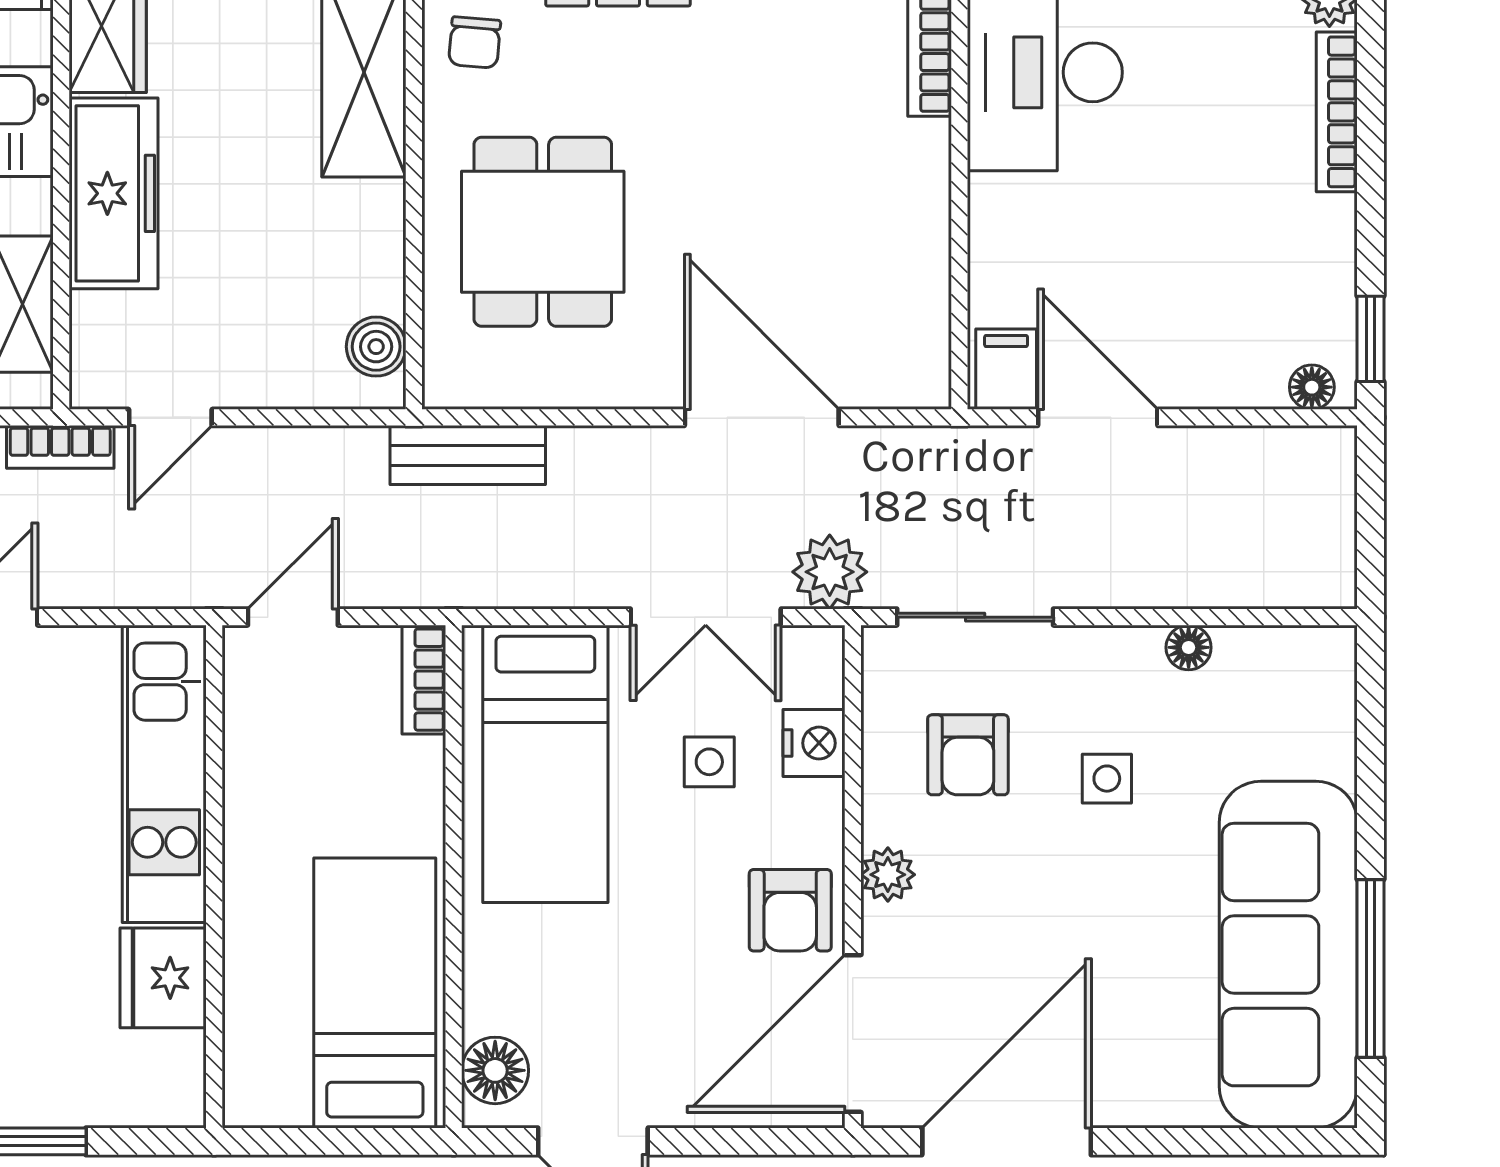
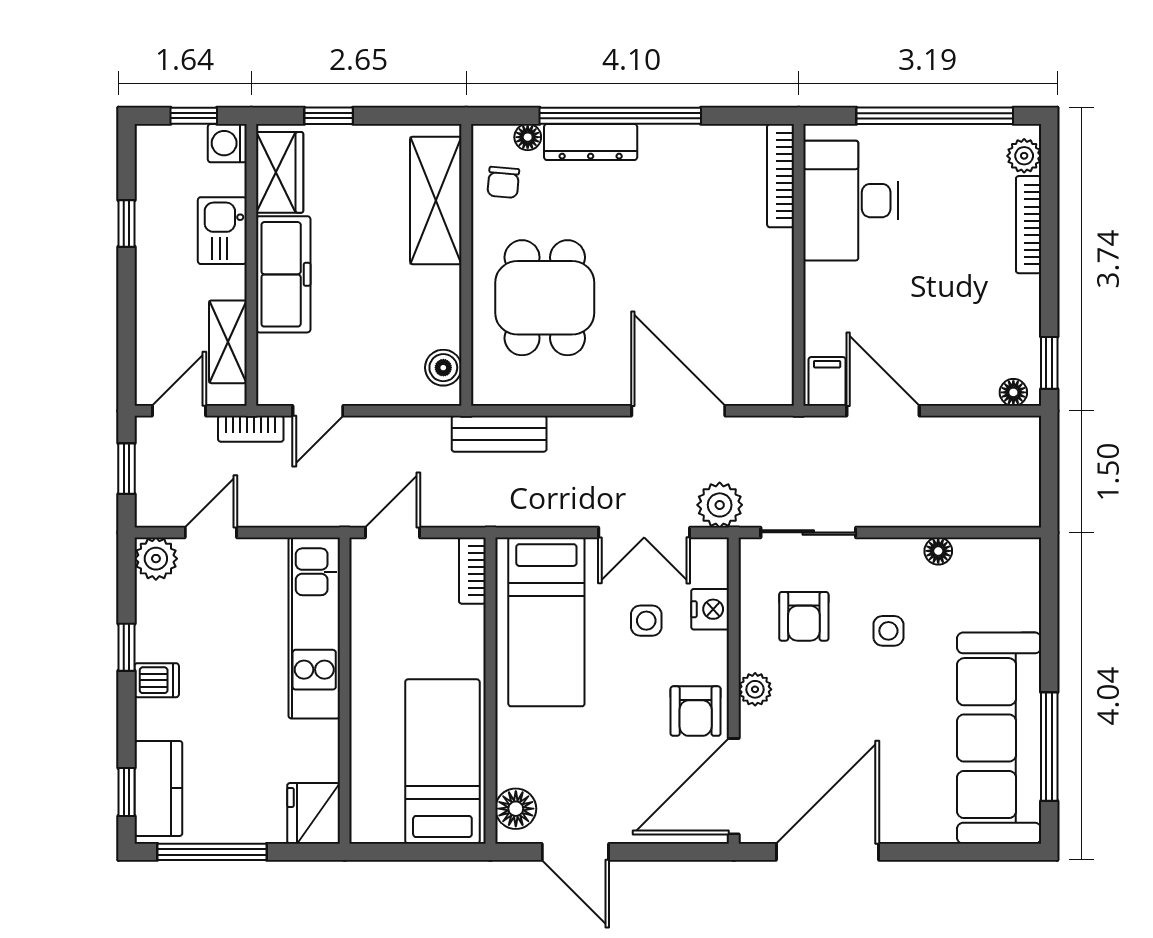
fridge: (163, 978) -> (314, 813), moved

